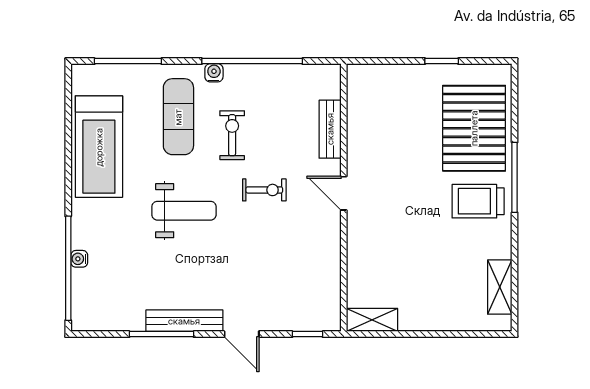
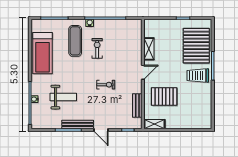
bench: (330, 129) -> (137, 106), moved
exercise bike: (264, 190) -> (106, 85), moved
door: (344, 193) -> (143, 72), swing flipped
weight bench: (184, 211) -> (63, 97), moved
pallet: (396, 252) -> (164, 97), added
shelving: (500, 287) -> (149, 49), moved

